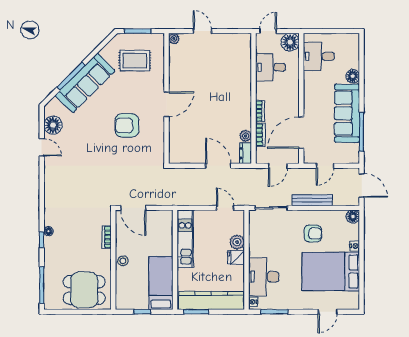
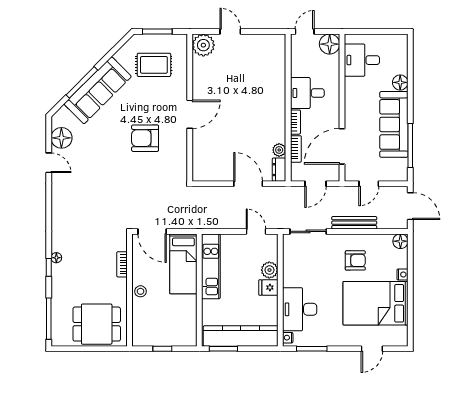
plant: (174, 38) -> (203, 45), width x1.87, depth x1.87
desk: (270, 67) -> (307, 93), moved
bed: (161, 283) -> (183, 264), moved, turned 180

